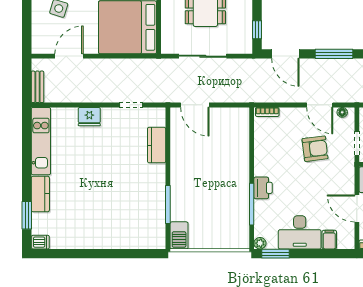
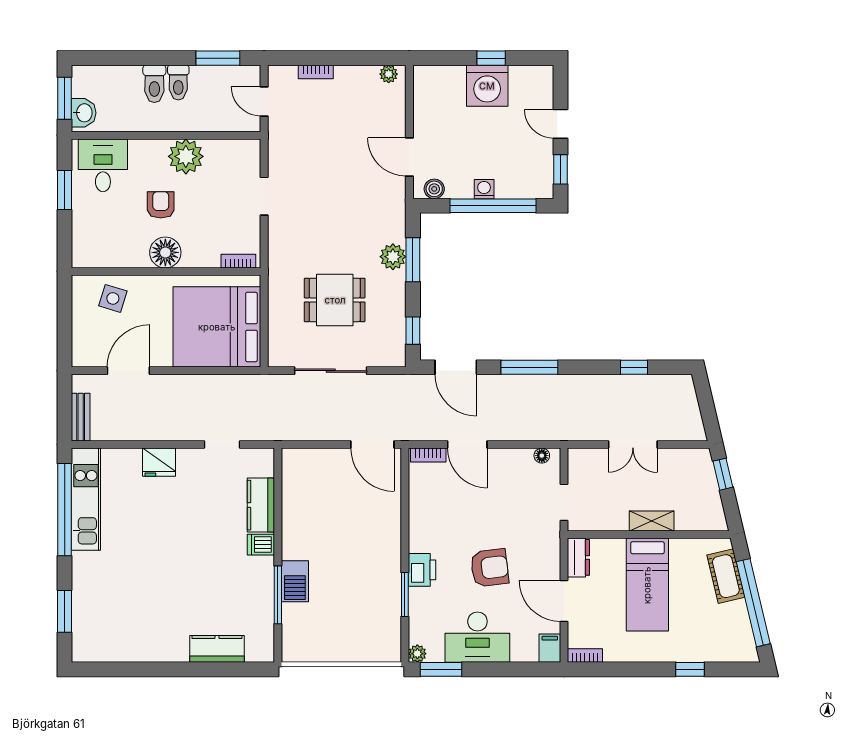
door: (195, 105) -> (372, 444), moved
door: (320, 105) -> (467, 444), moved
window: (27, 148) -> (65, 510), added
armchair: (315, 149) -> (490, 568), moved
kitchen counter: (40, 194) -> (217, 649), moved, turned -90
window: (252, 204) -> (405, 594), width x0.69
barbecue: (179, 235) -> (295, 581), moved
filing cabinet: (329, 240) -> (550, 648), moved
dishwasher: (40, 242) -> (261, 545), moved, turned 180

